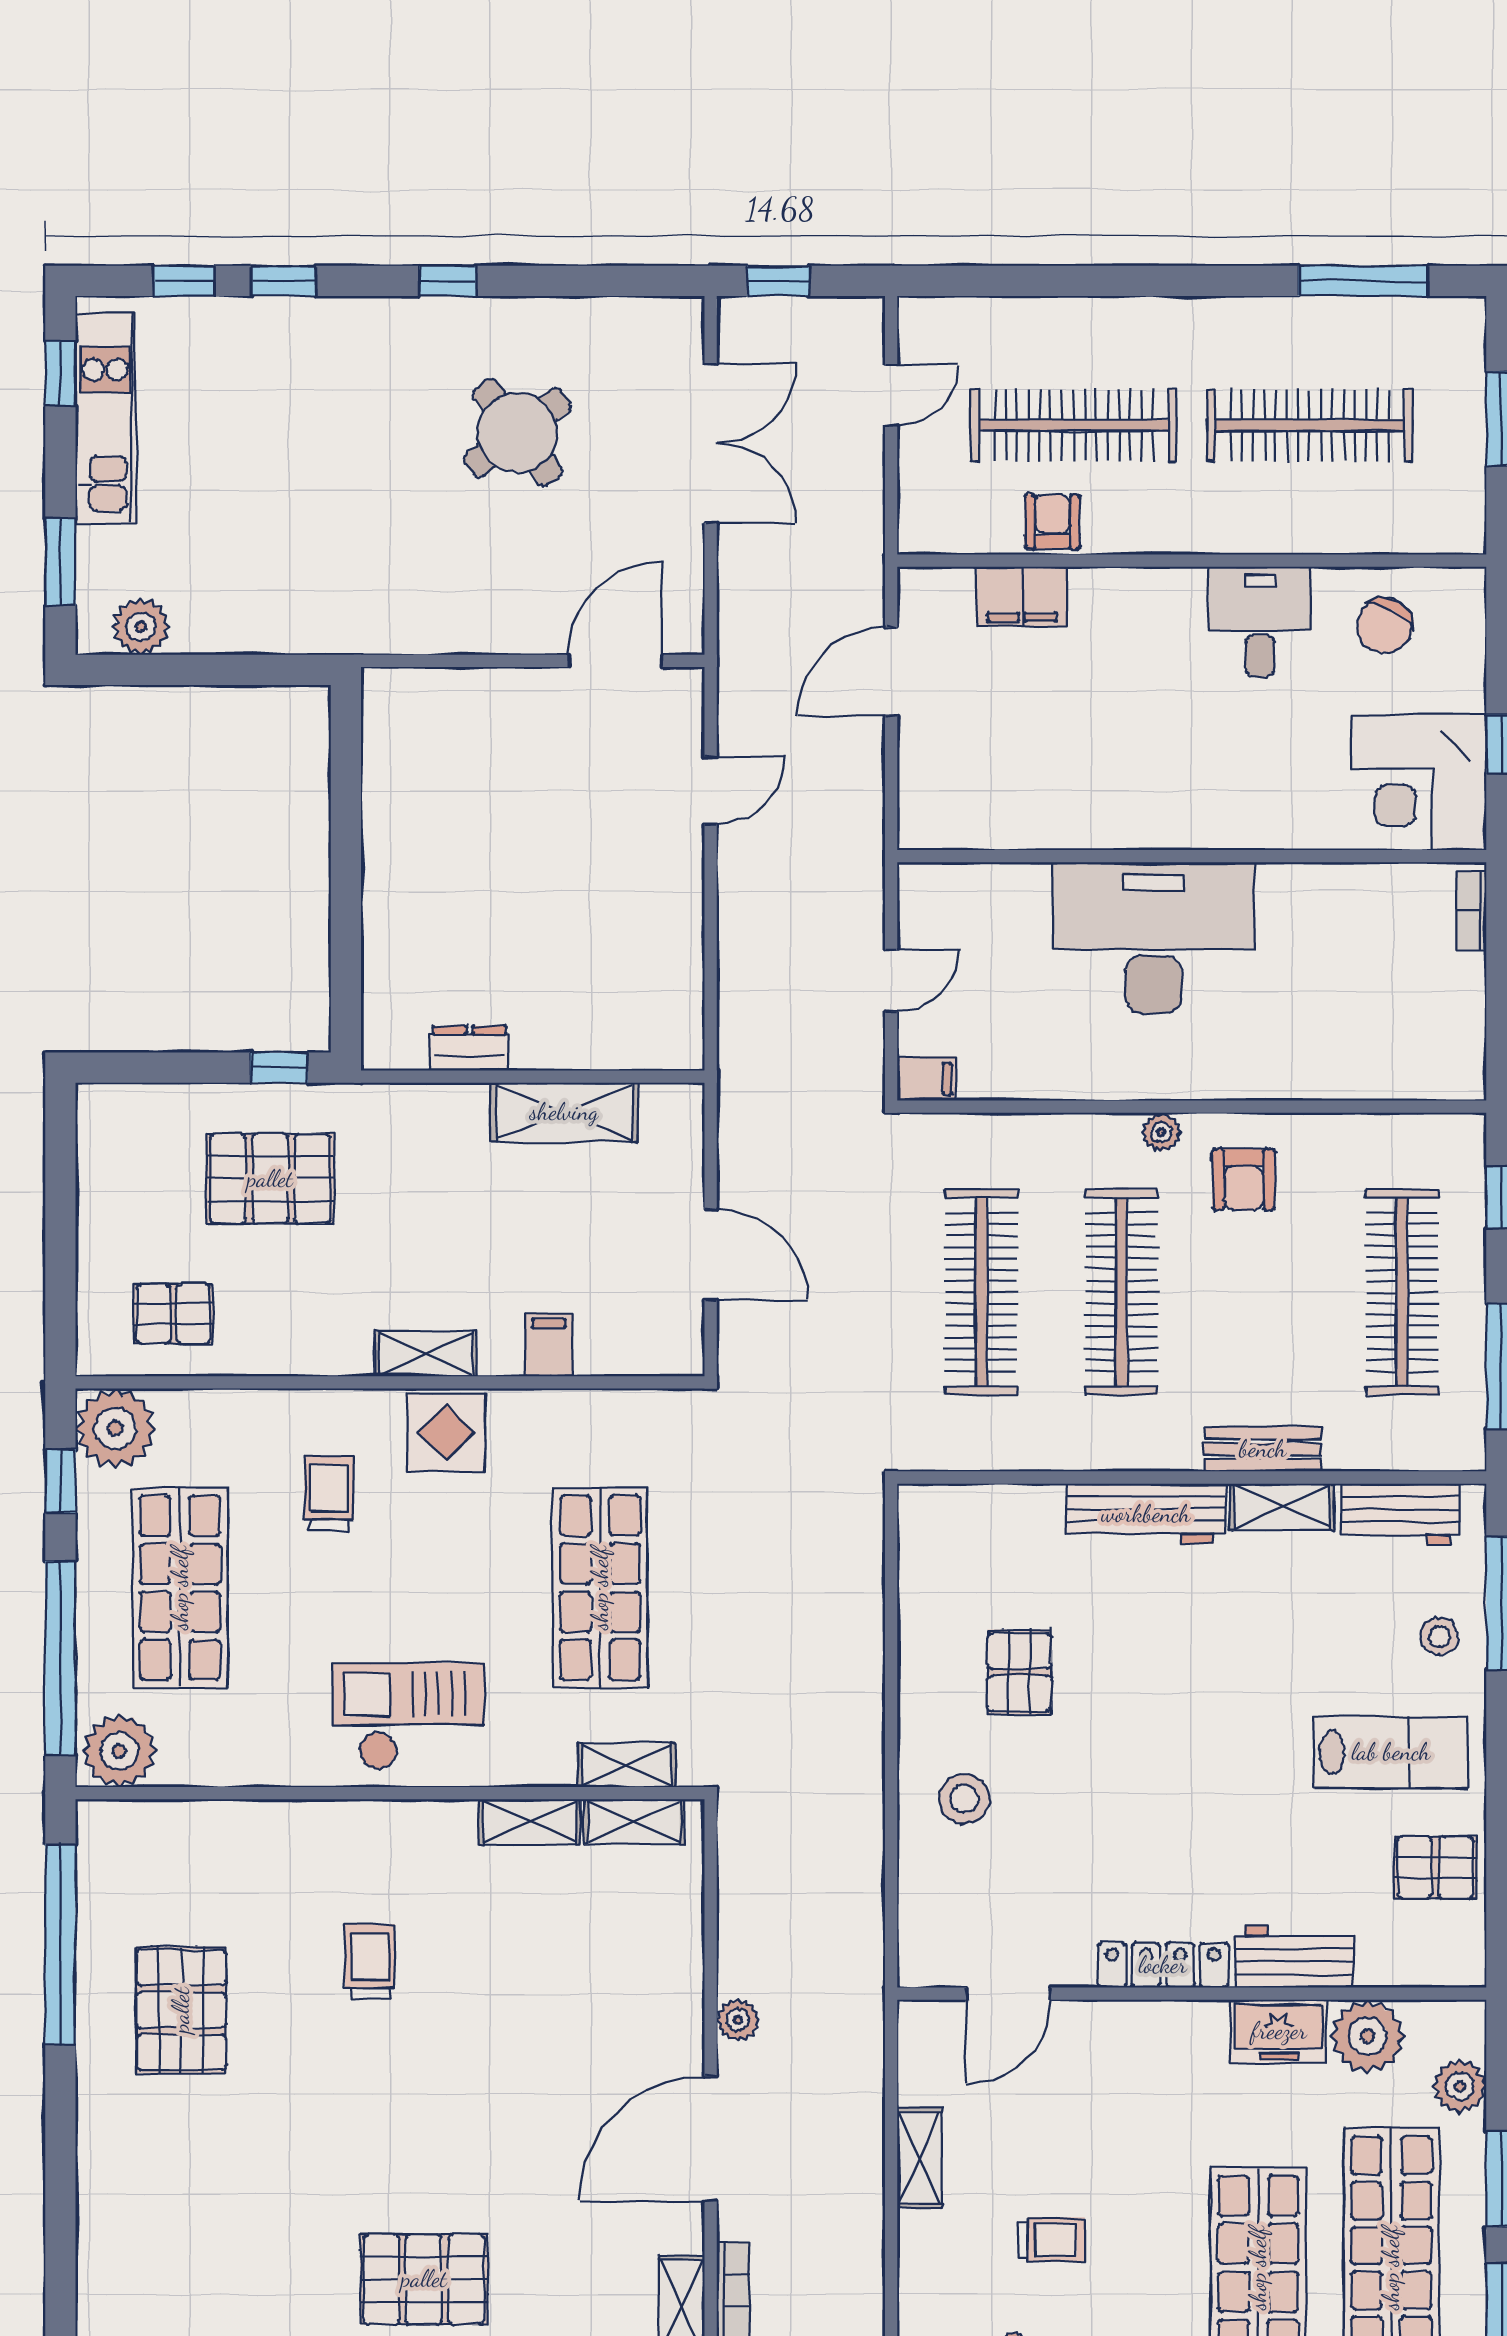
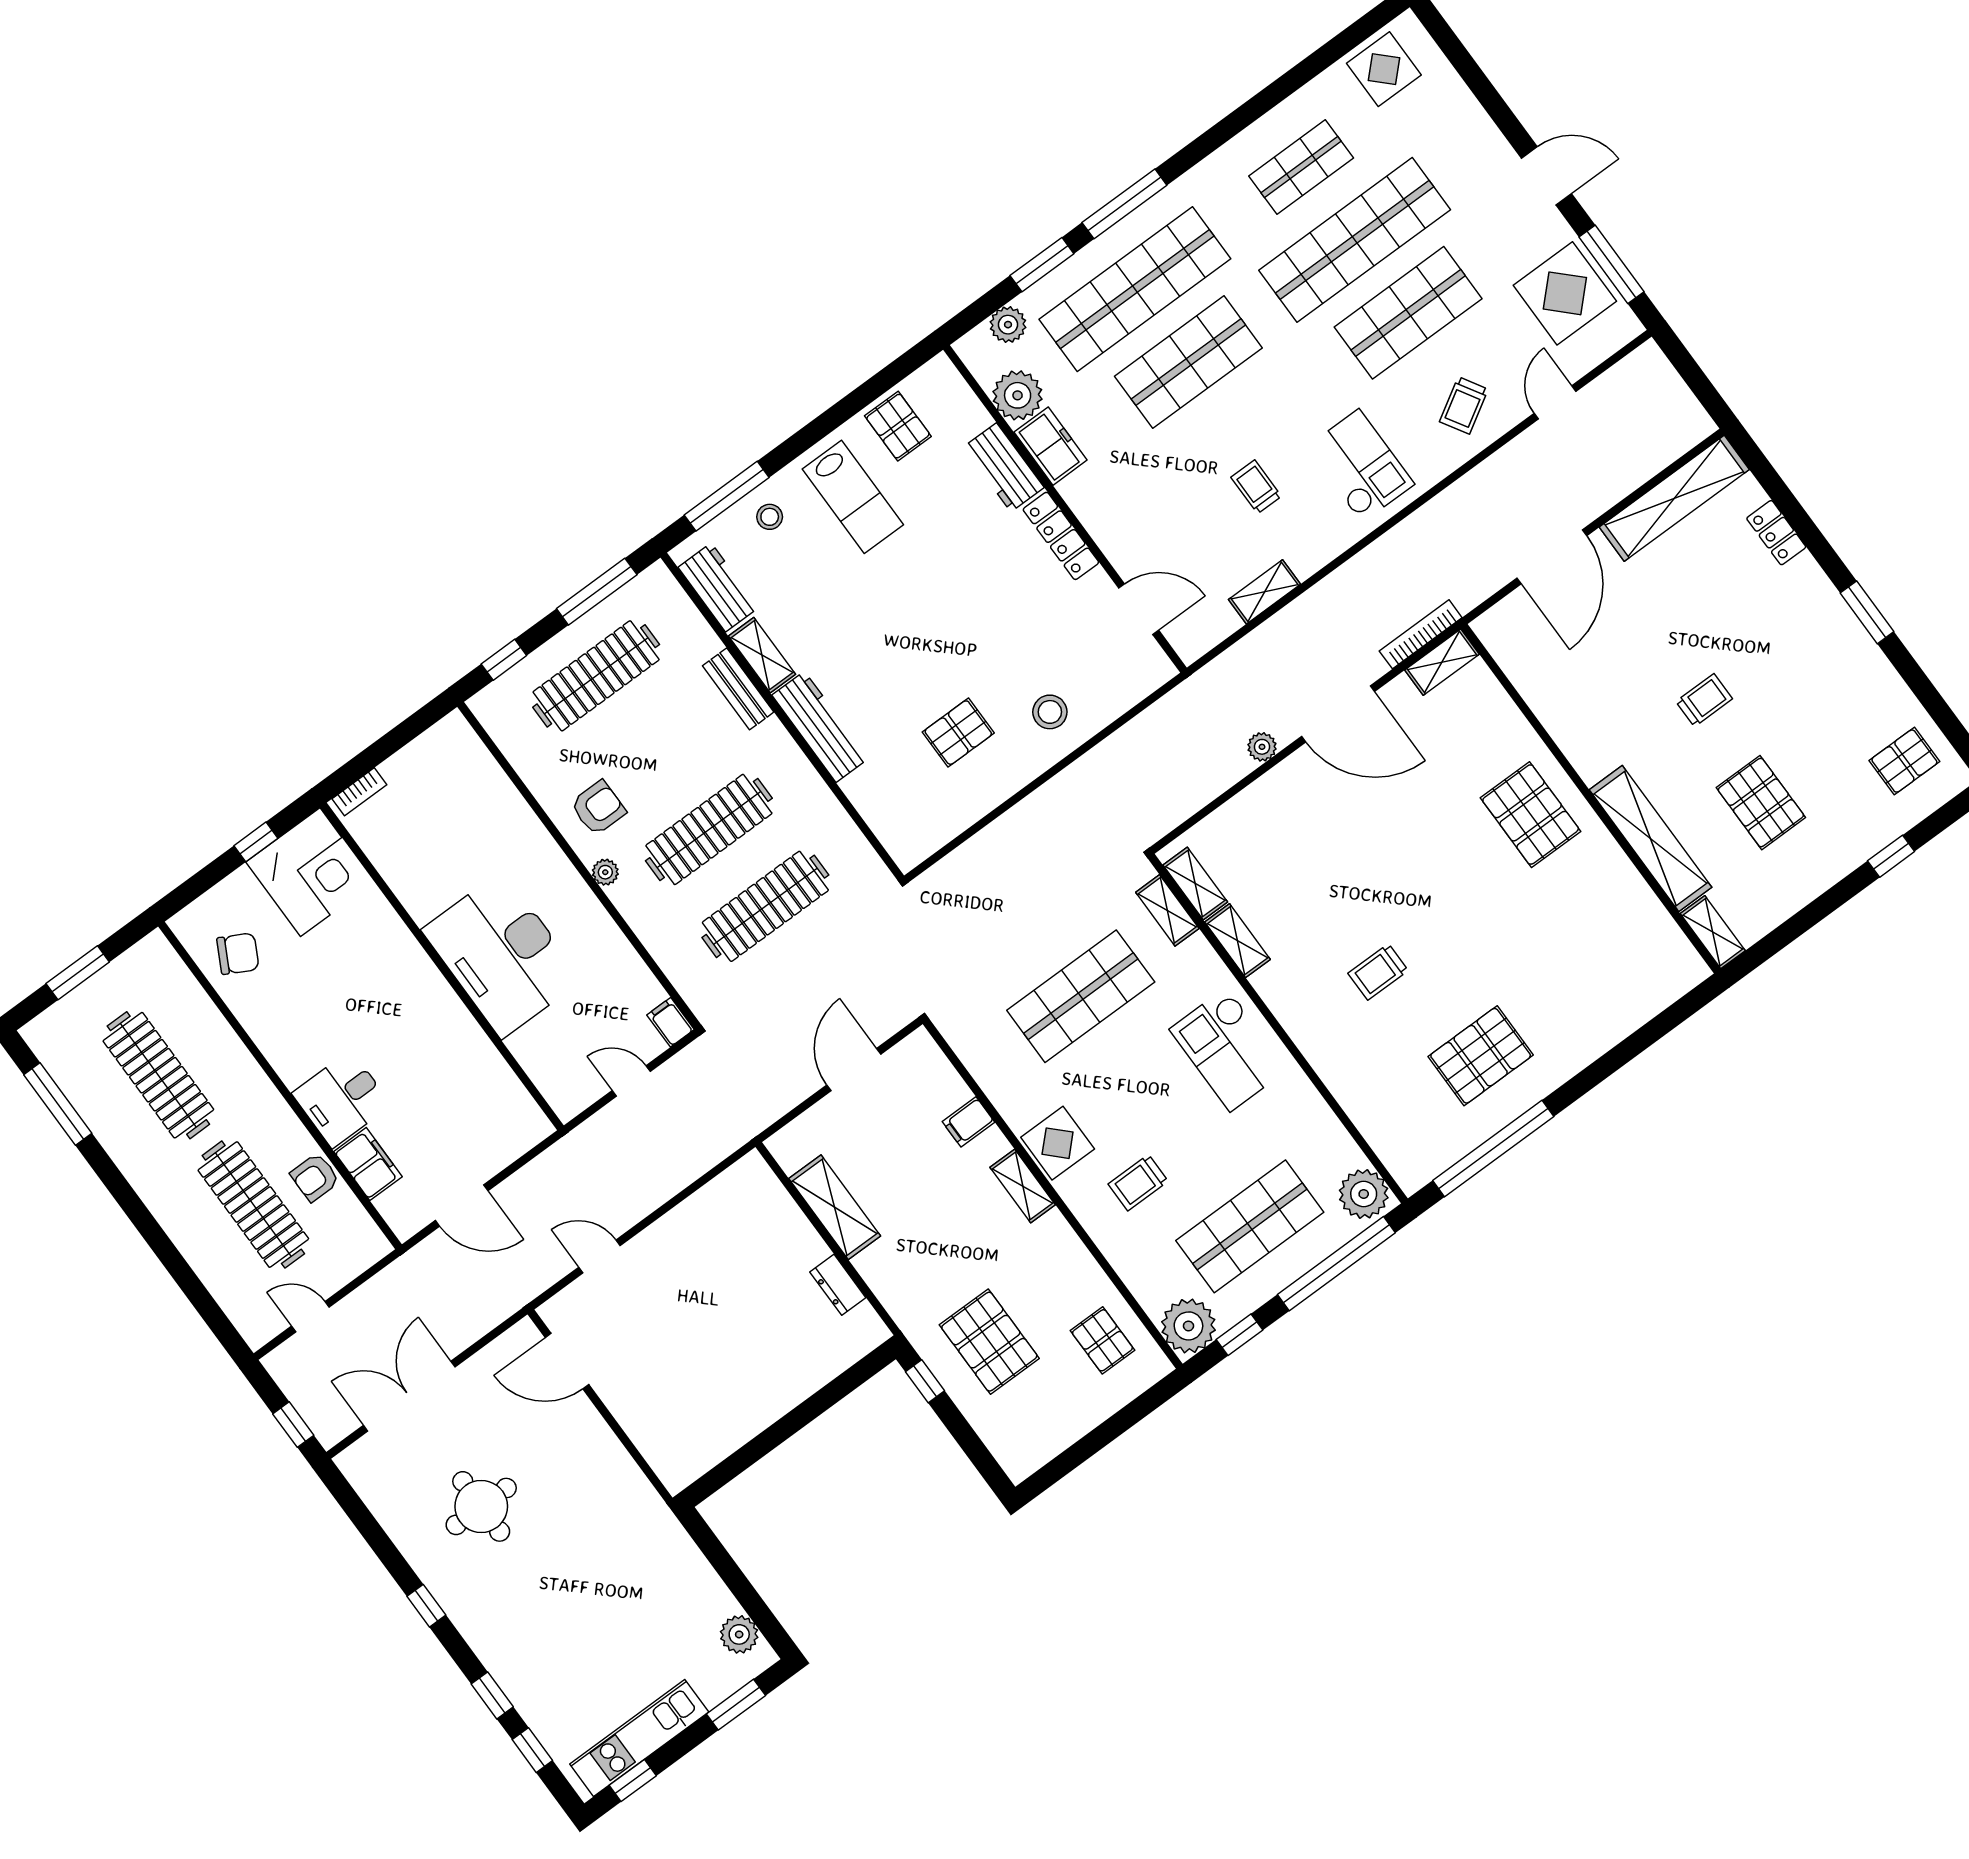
round table: (517, 432) -> (481, 1506), turned 37
desk: (1260, 622) -> (342, 1099), moved
lab bench: (1391, 1752) -> (853, 497), turned 180

